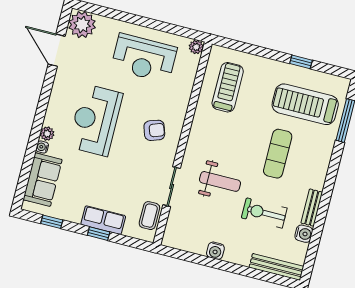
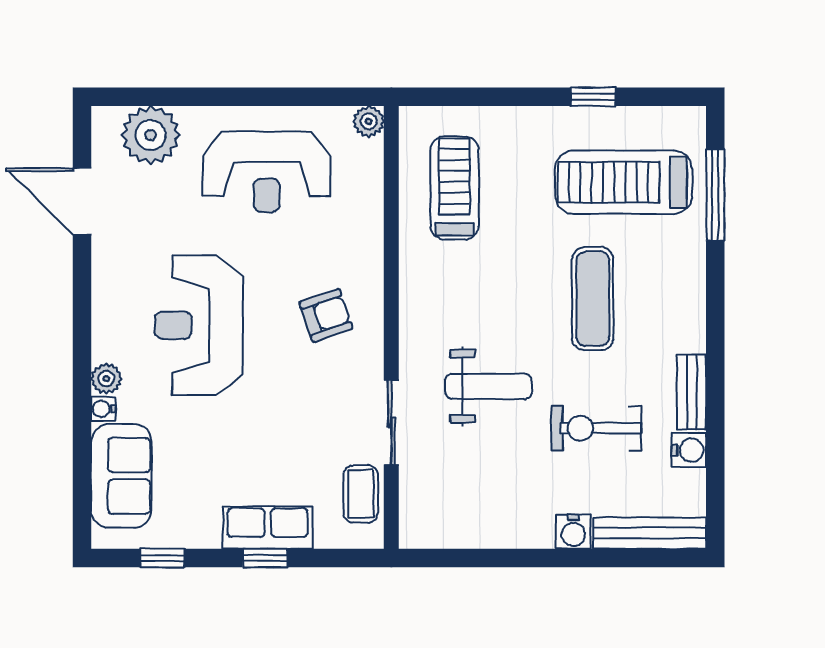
plant: (82, 25) -> (151, 135), moved
water cooler: (215, 251) -> (573, 532), moved

